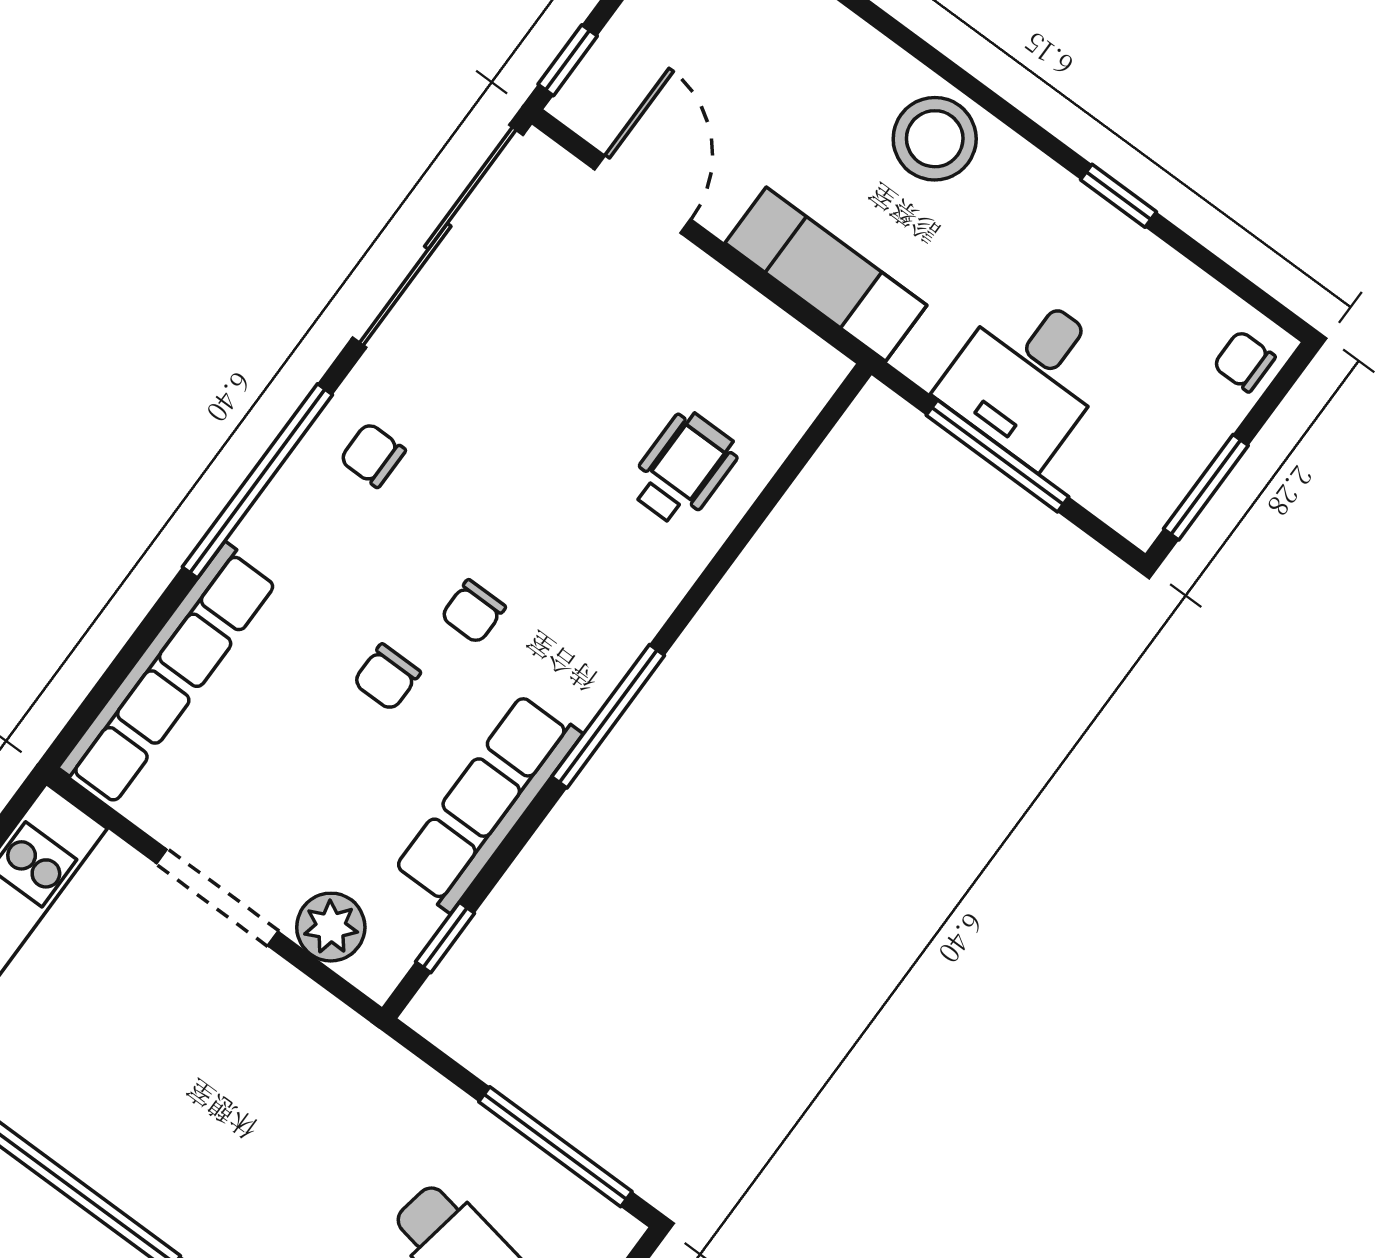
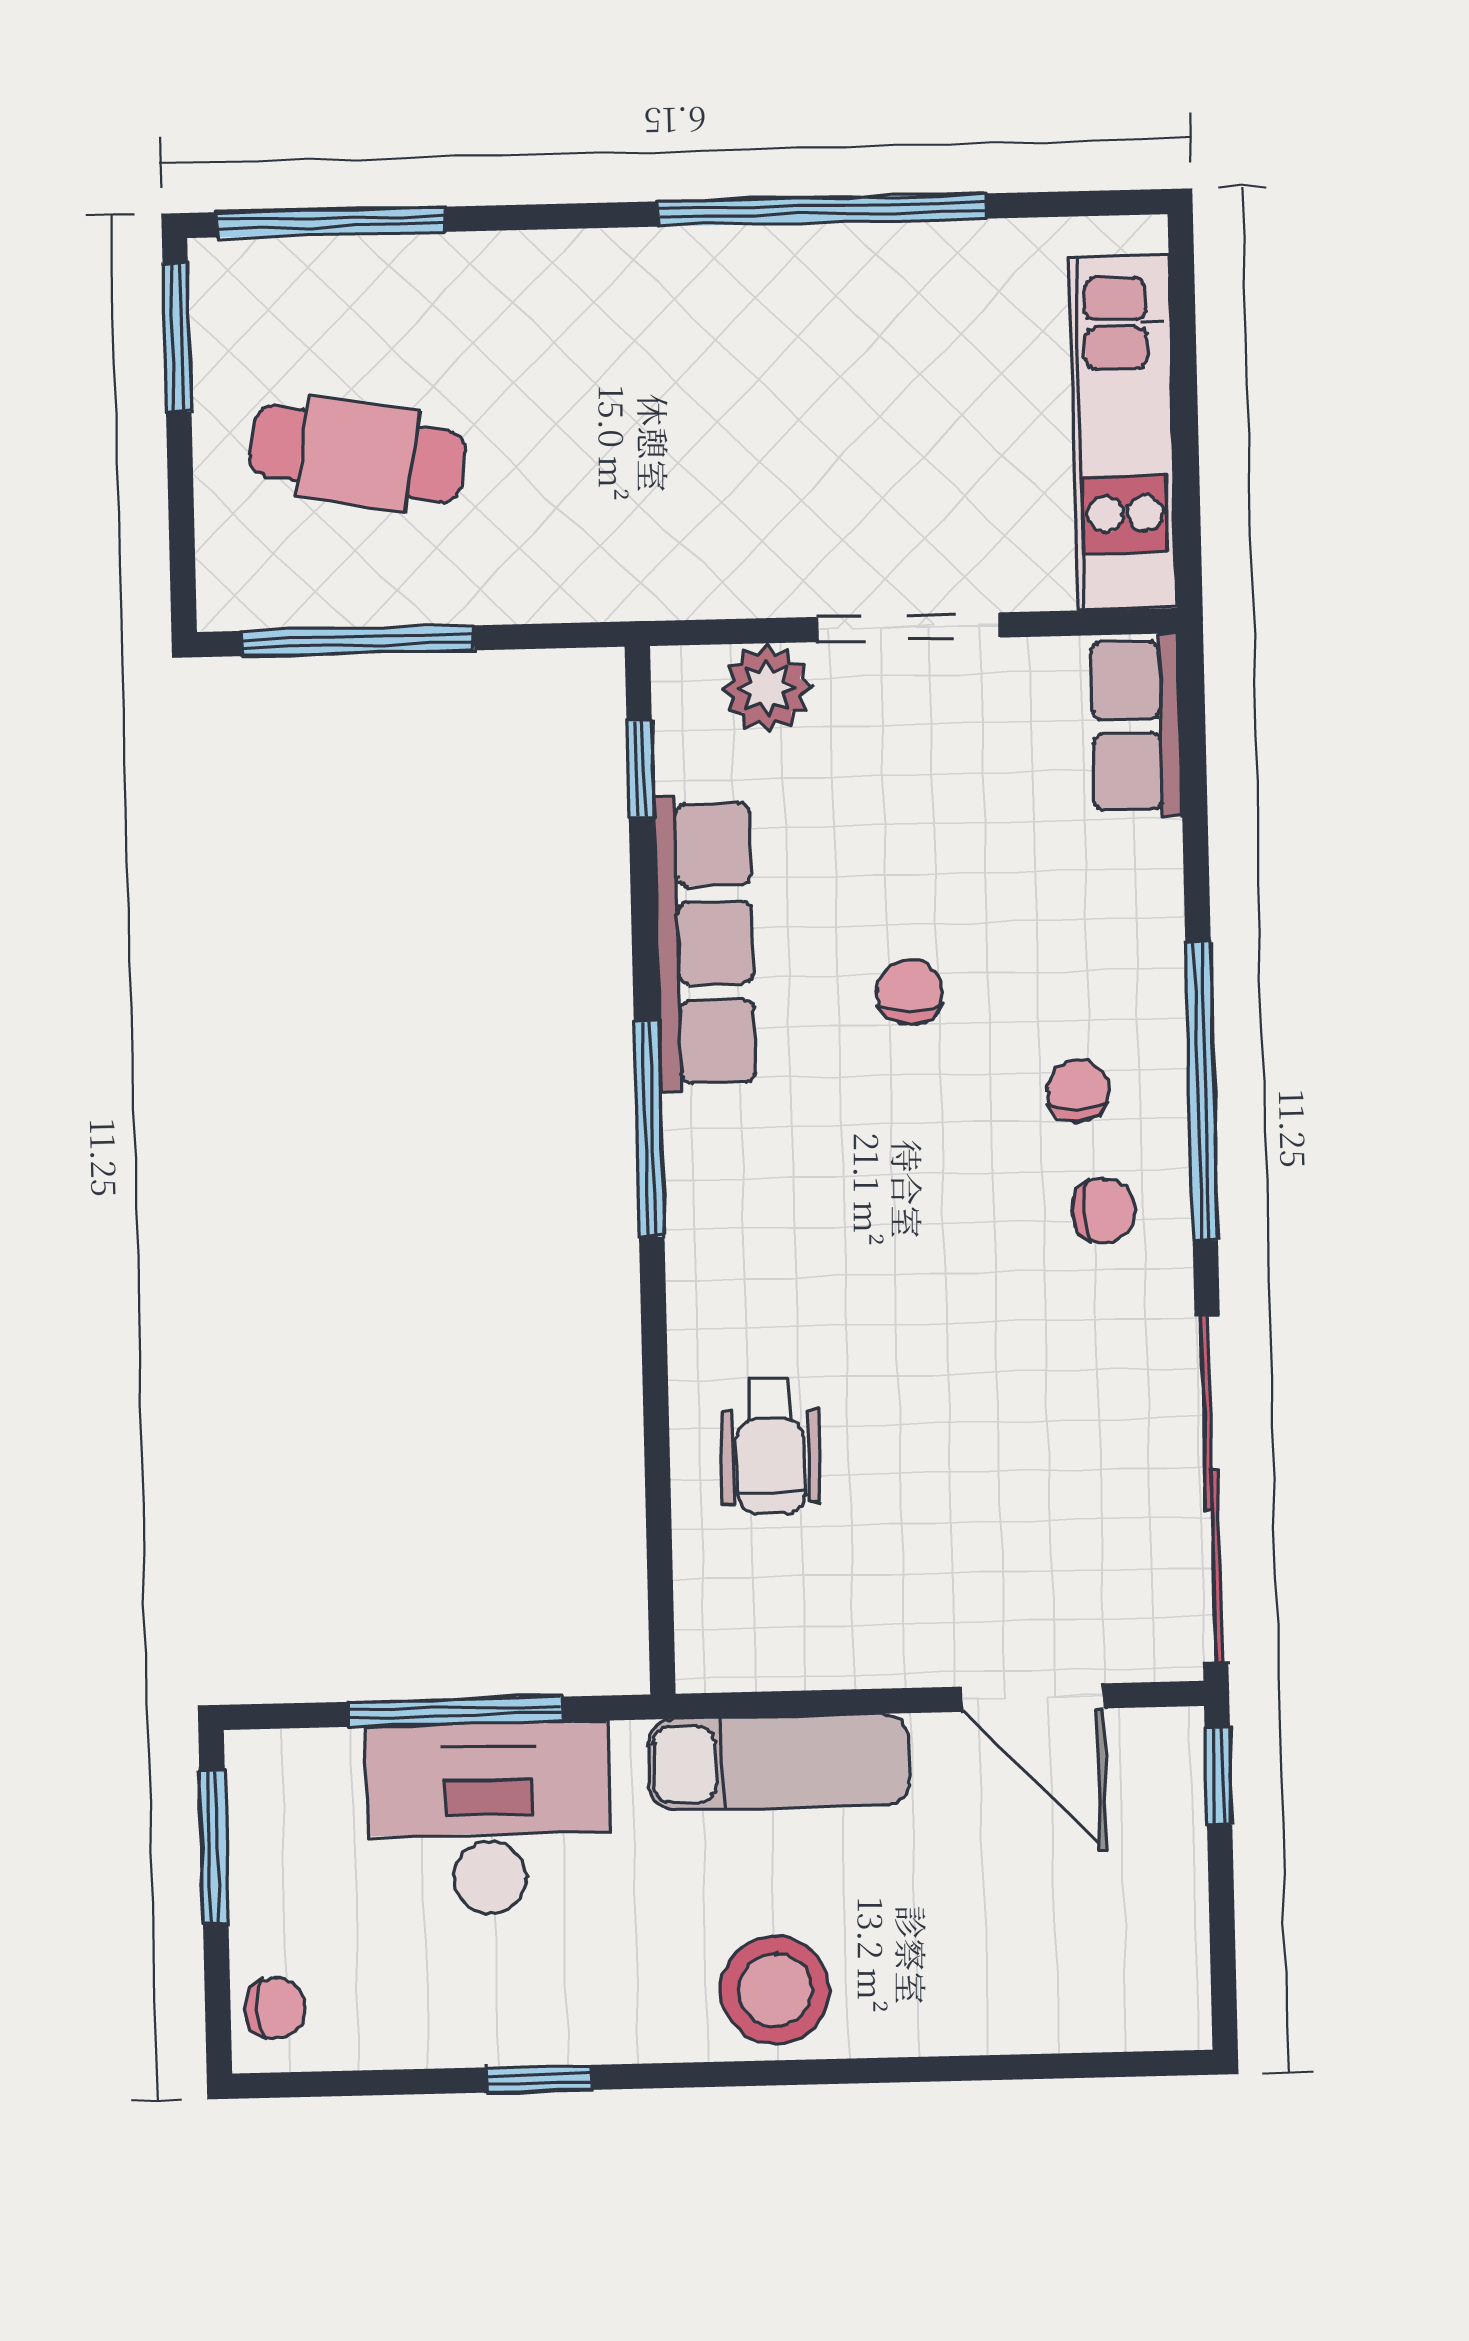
desk: (1027, 376) -> (489, 1819), width x1.37
chair: (473, 612) -> (1078, 1091), moved
row of seats: (168, 674) -> (1136, 726), width x0.50

